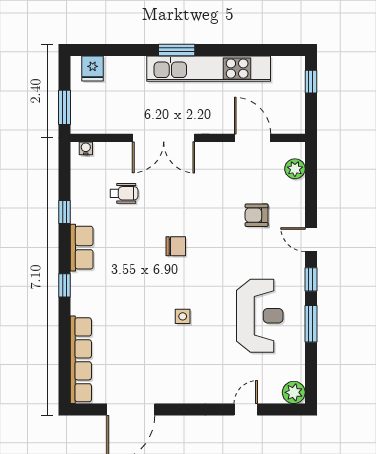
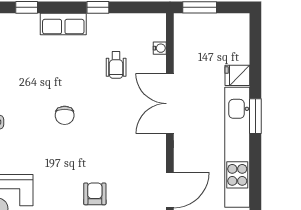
fridge: (93, 68) -> (237, 75), moved
water cooler: (86, 148) -> (160, 48), moved

